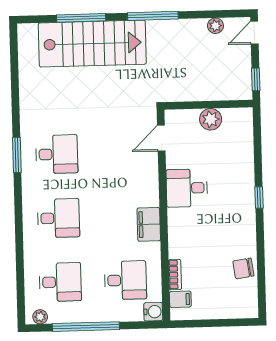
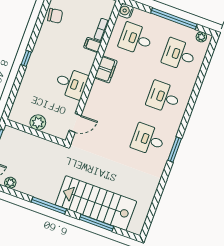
filing cabinet: (180, 299) -> (93, 45), moved

